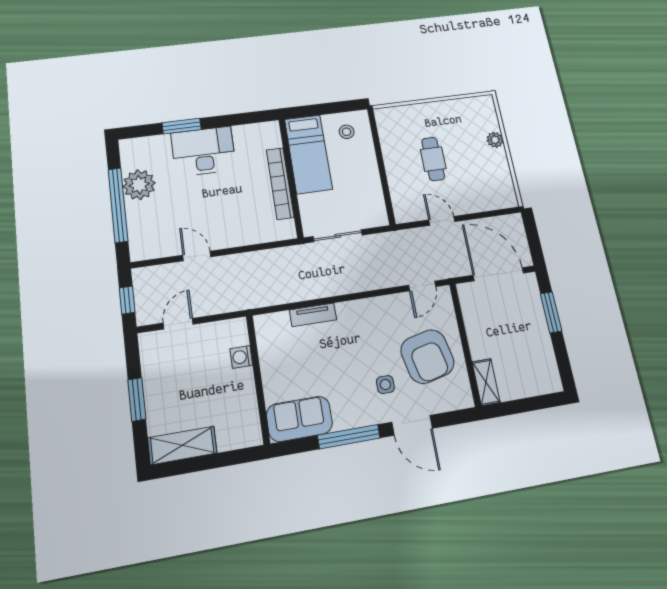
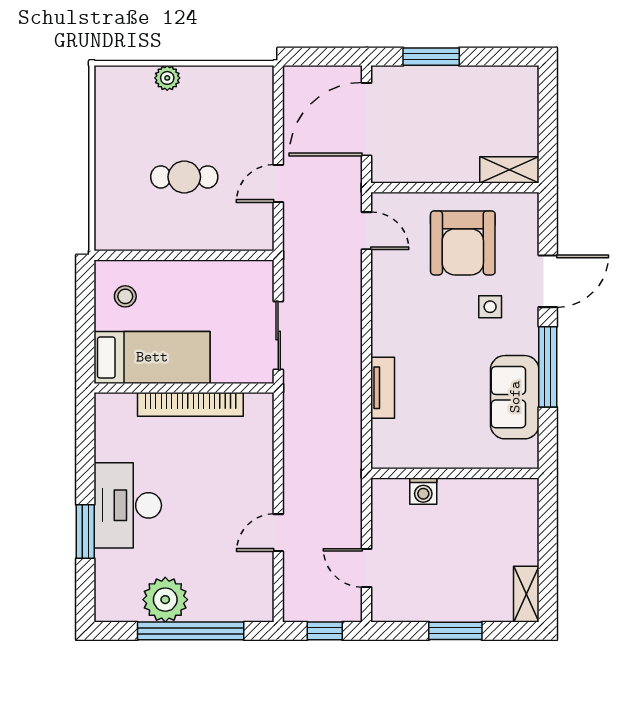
armchair: (427, 356) -> (463, 243), turned 103
sofa: (299, 419) -> (515, 397), moved
shelving: (182, 445) -> (526, 594), width x0.67, depth x0.75

